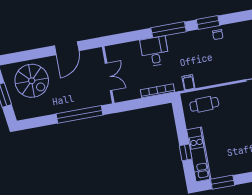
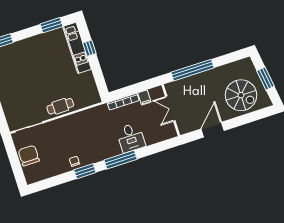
spiral stairs: (32, 81) -> (241, 95), turned 180
filing cabinet: (188, 82) -> (144, 97), moved
cafe table: (204, 104) -> (60, 106), moved

